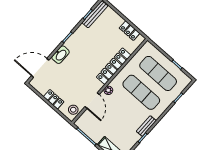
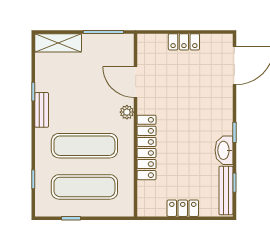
locker: (130, 31) -> (183, 208), moved
washbasin: (61, 55) -> (224, 150), moved
stool: (73, 110) -> (149, 50), removed

